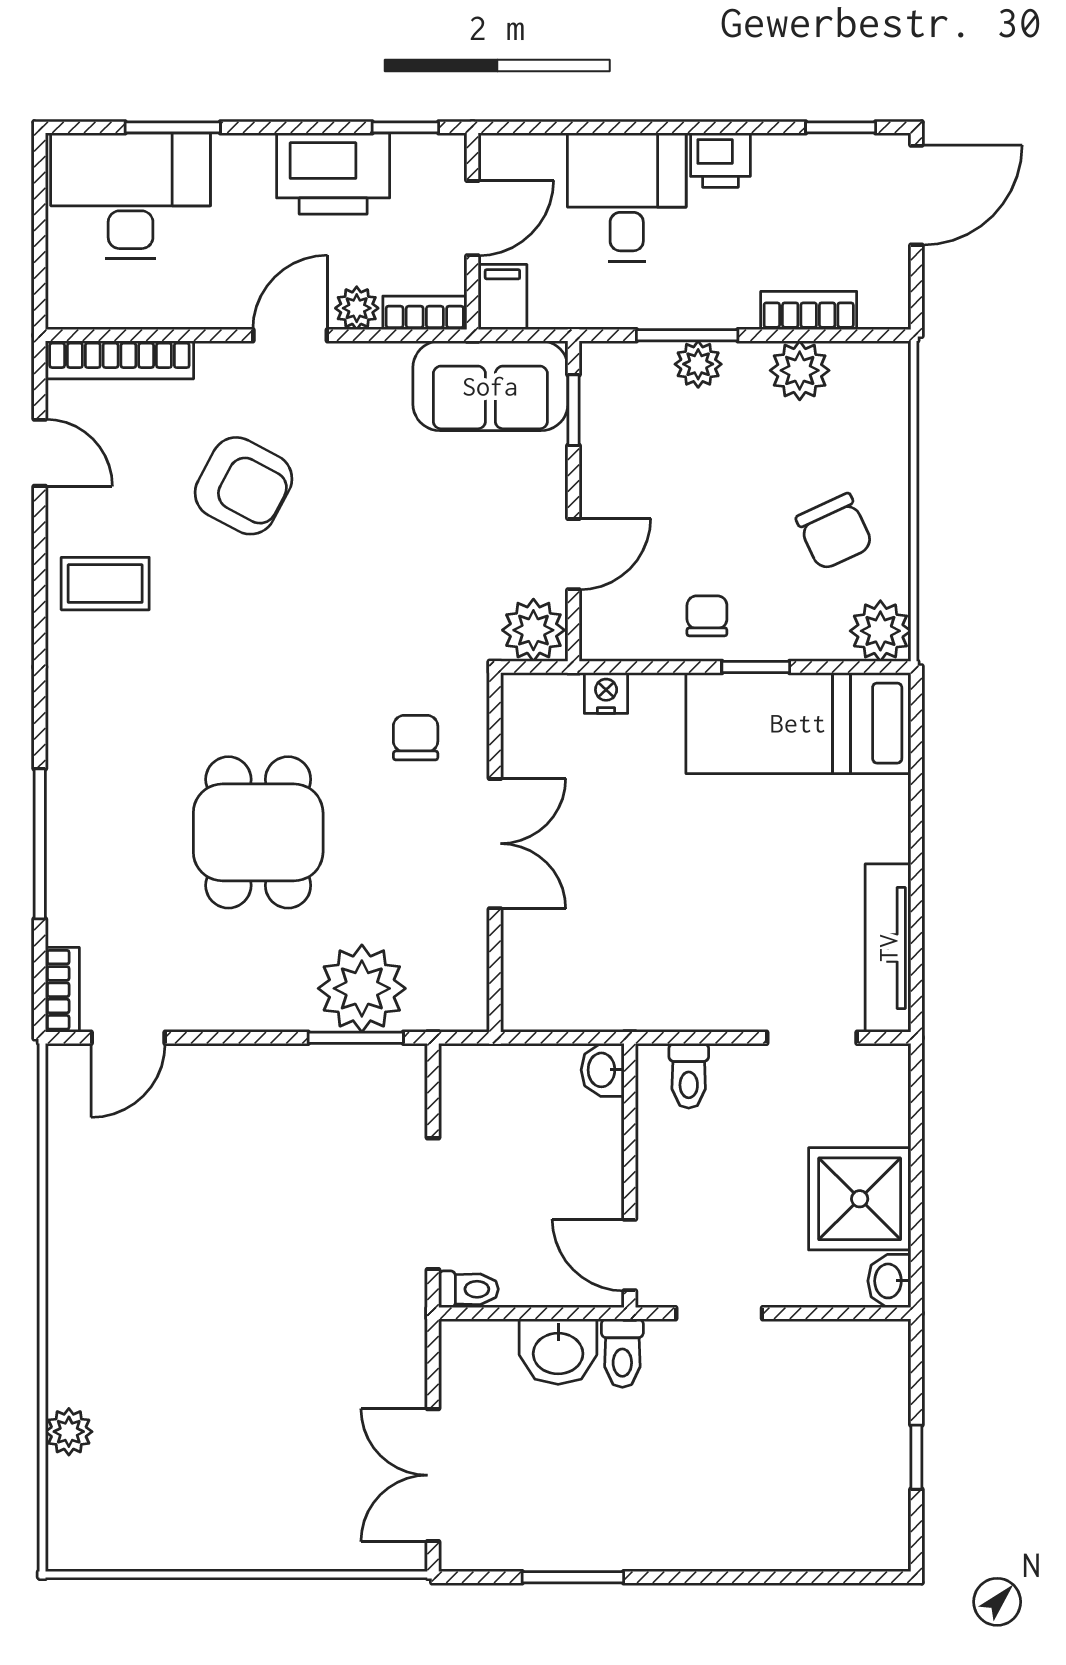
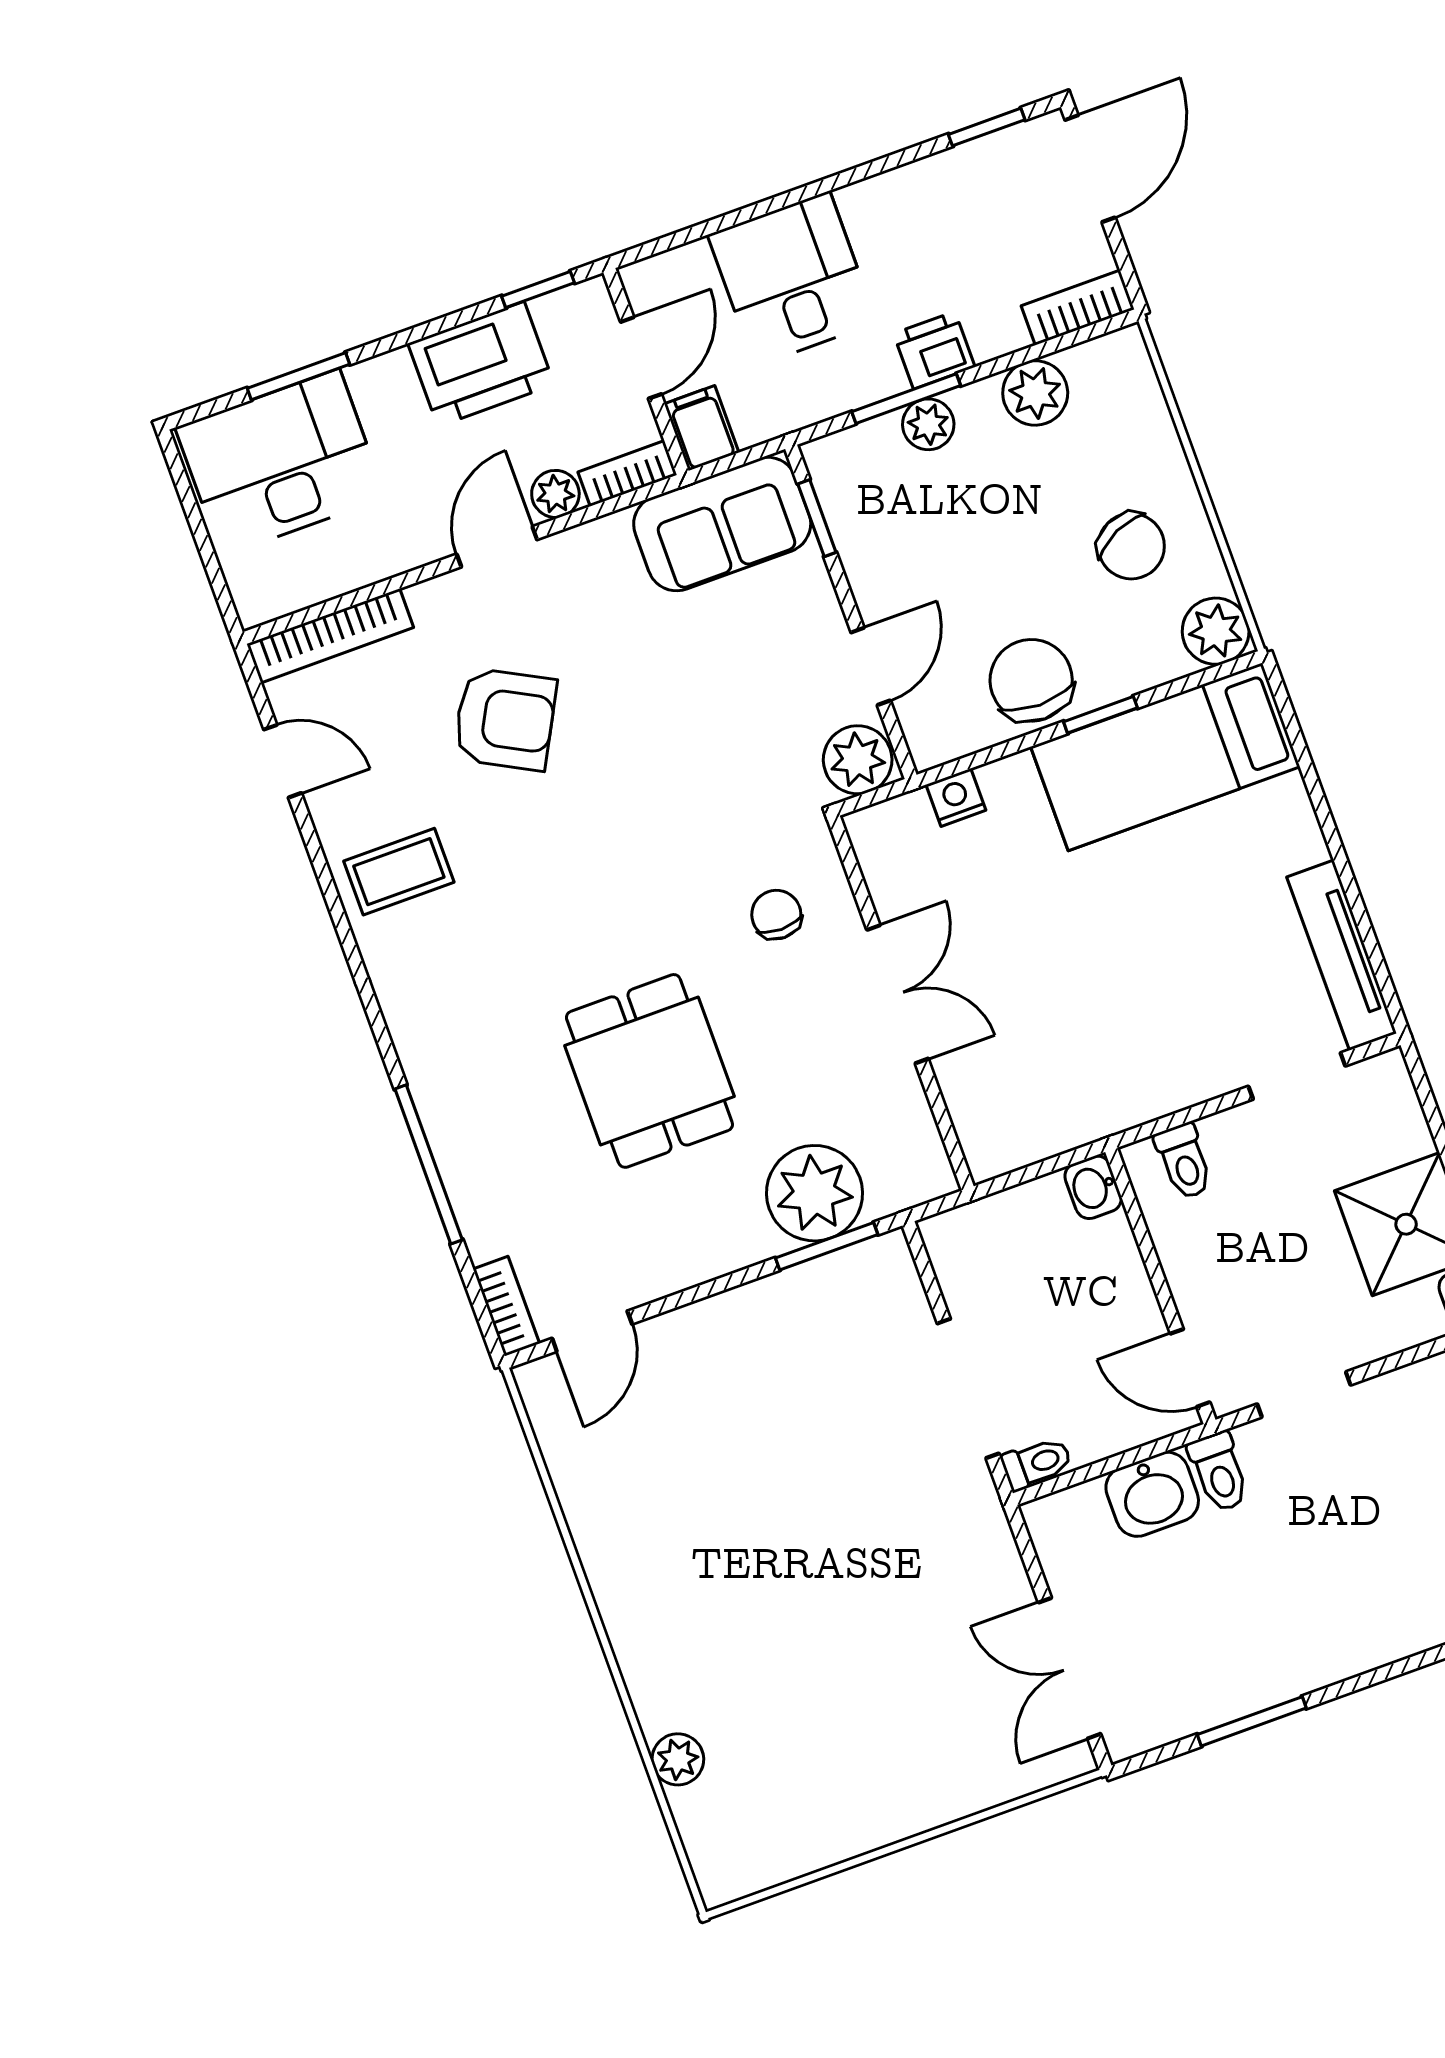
printer: (720, 160) -> (934, 350), moved, turned 180
bookcase: (809, 310) -> (1078, 308), moved
chair: (707, 616) -> (1031, 680), width x1.87, depth x1.87

